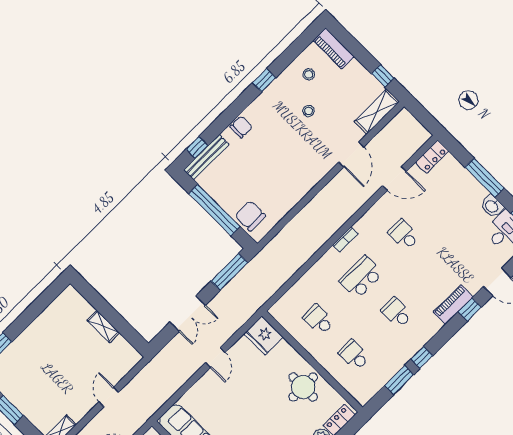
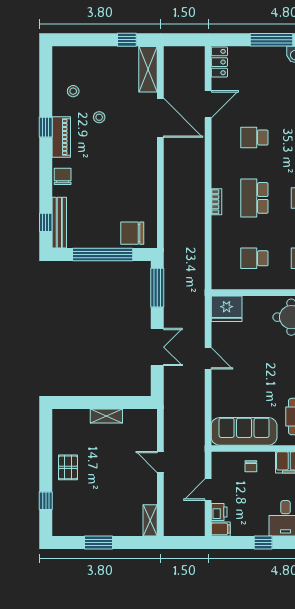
piano: (334, 48) -> (61, 137), moved, turned -90
door: (351, 154) -> (160, 118), width x1.36
bookcase: (345, 239) -> (216, 202), moved
pallet: (40, 336) -> (68, 467), added

